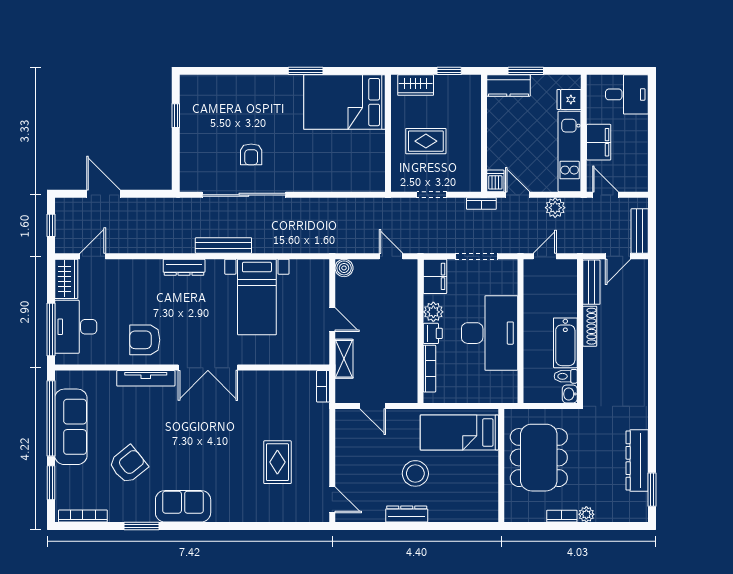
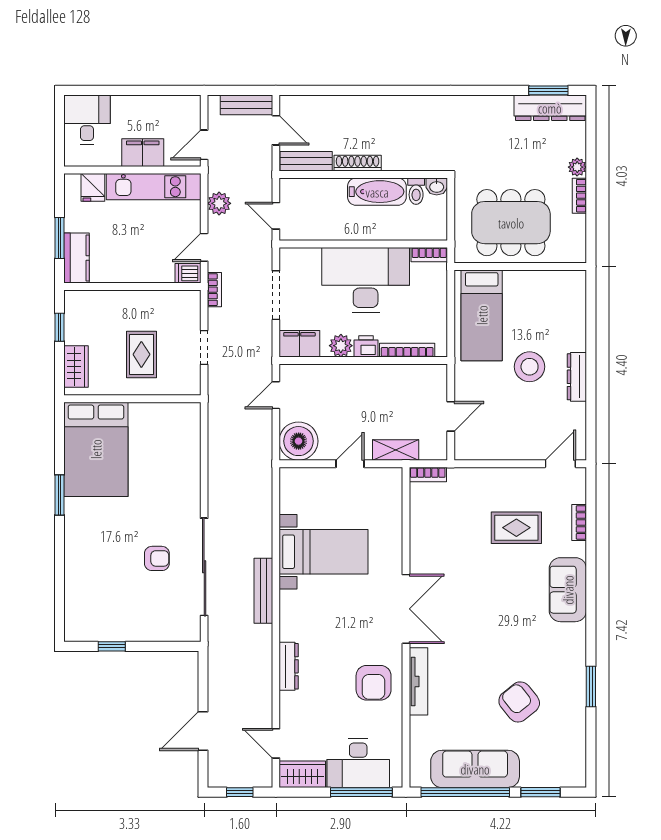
dresser: (184, 267) -> (289, 666), moved
boiler: (344, 268) -> (299, 441), width x1.86, depth x1.86
bookcase: (511, 388) -> (429, 255), added
dresser: (637, 460) -> (550, 108), moved
sofa: (183, 506) -> (568, 590), moved
bookcase: (83, 516) -> (579, 522), moved, width x0.64

